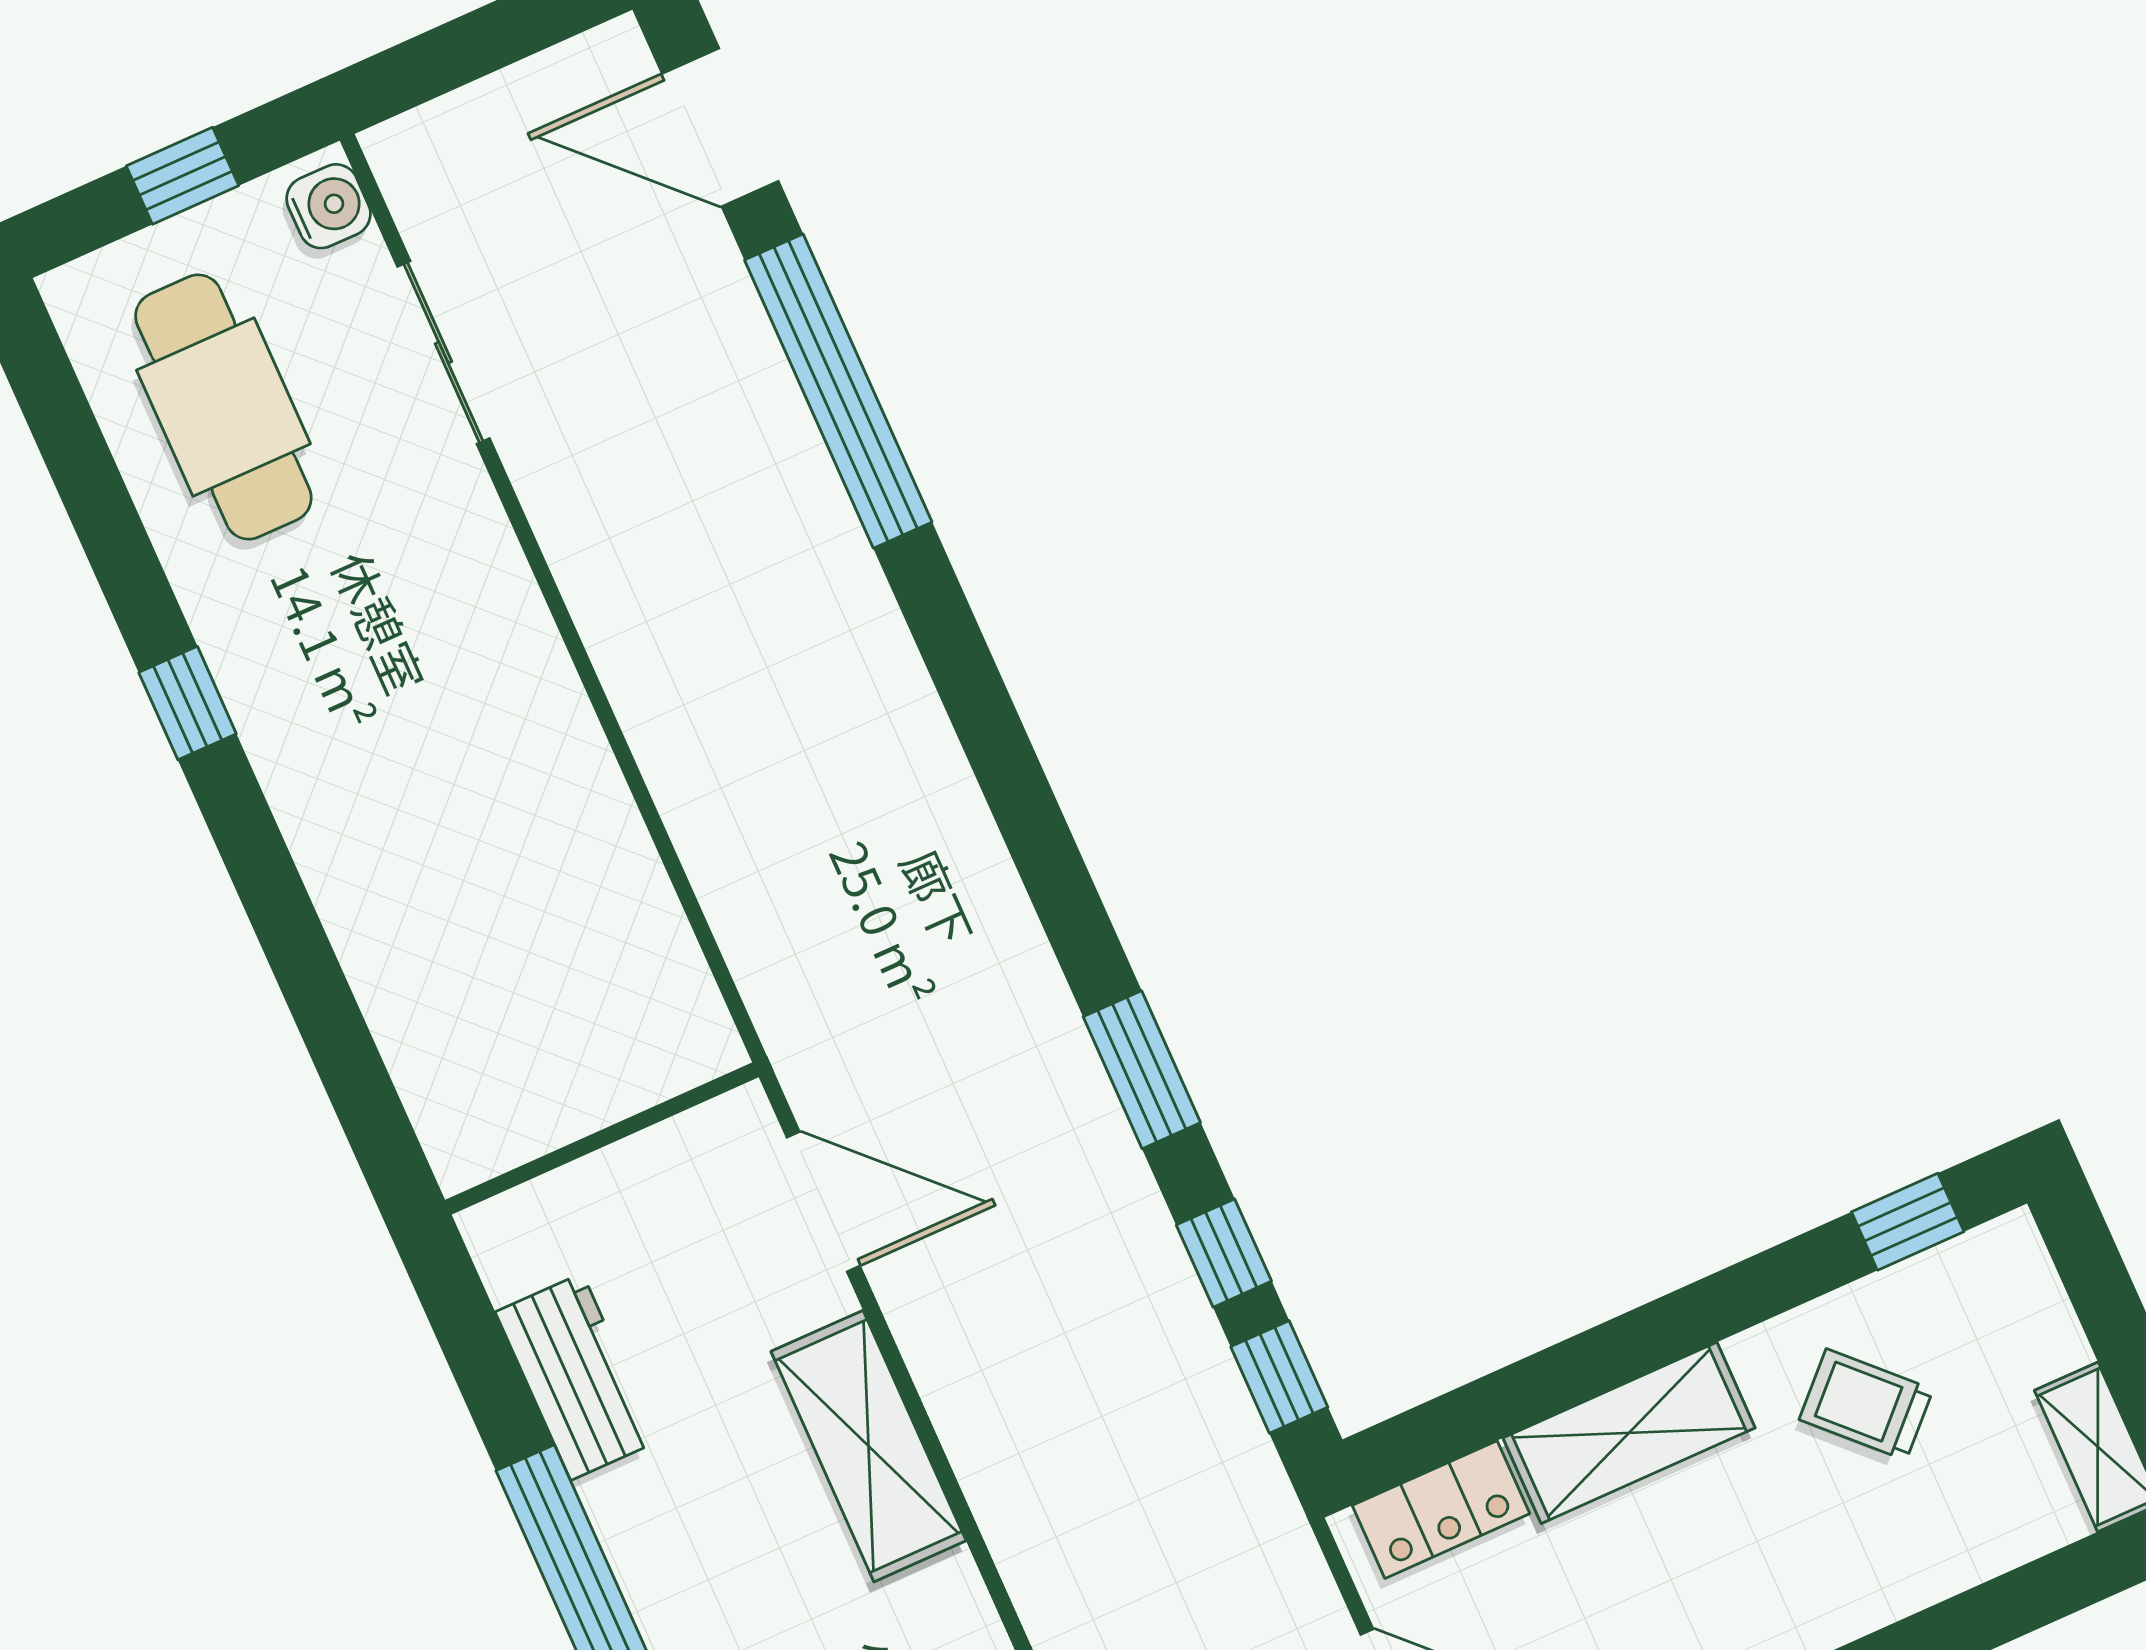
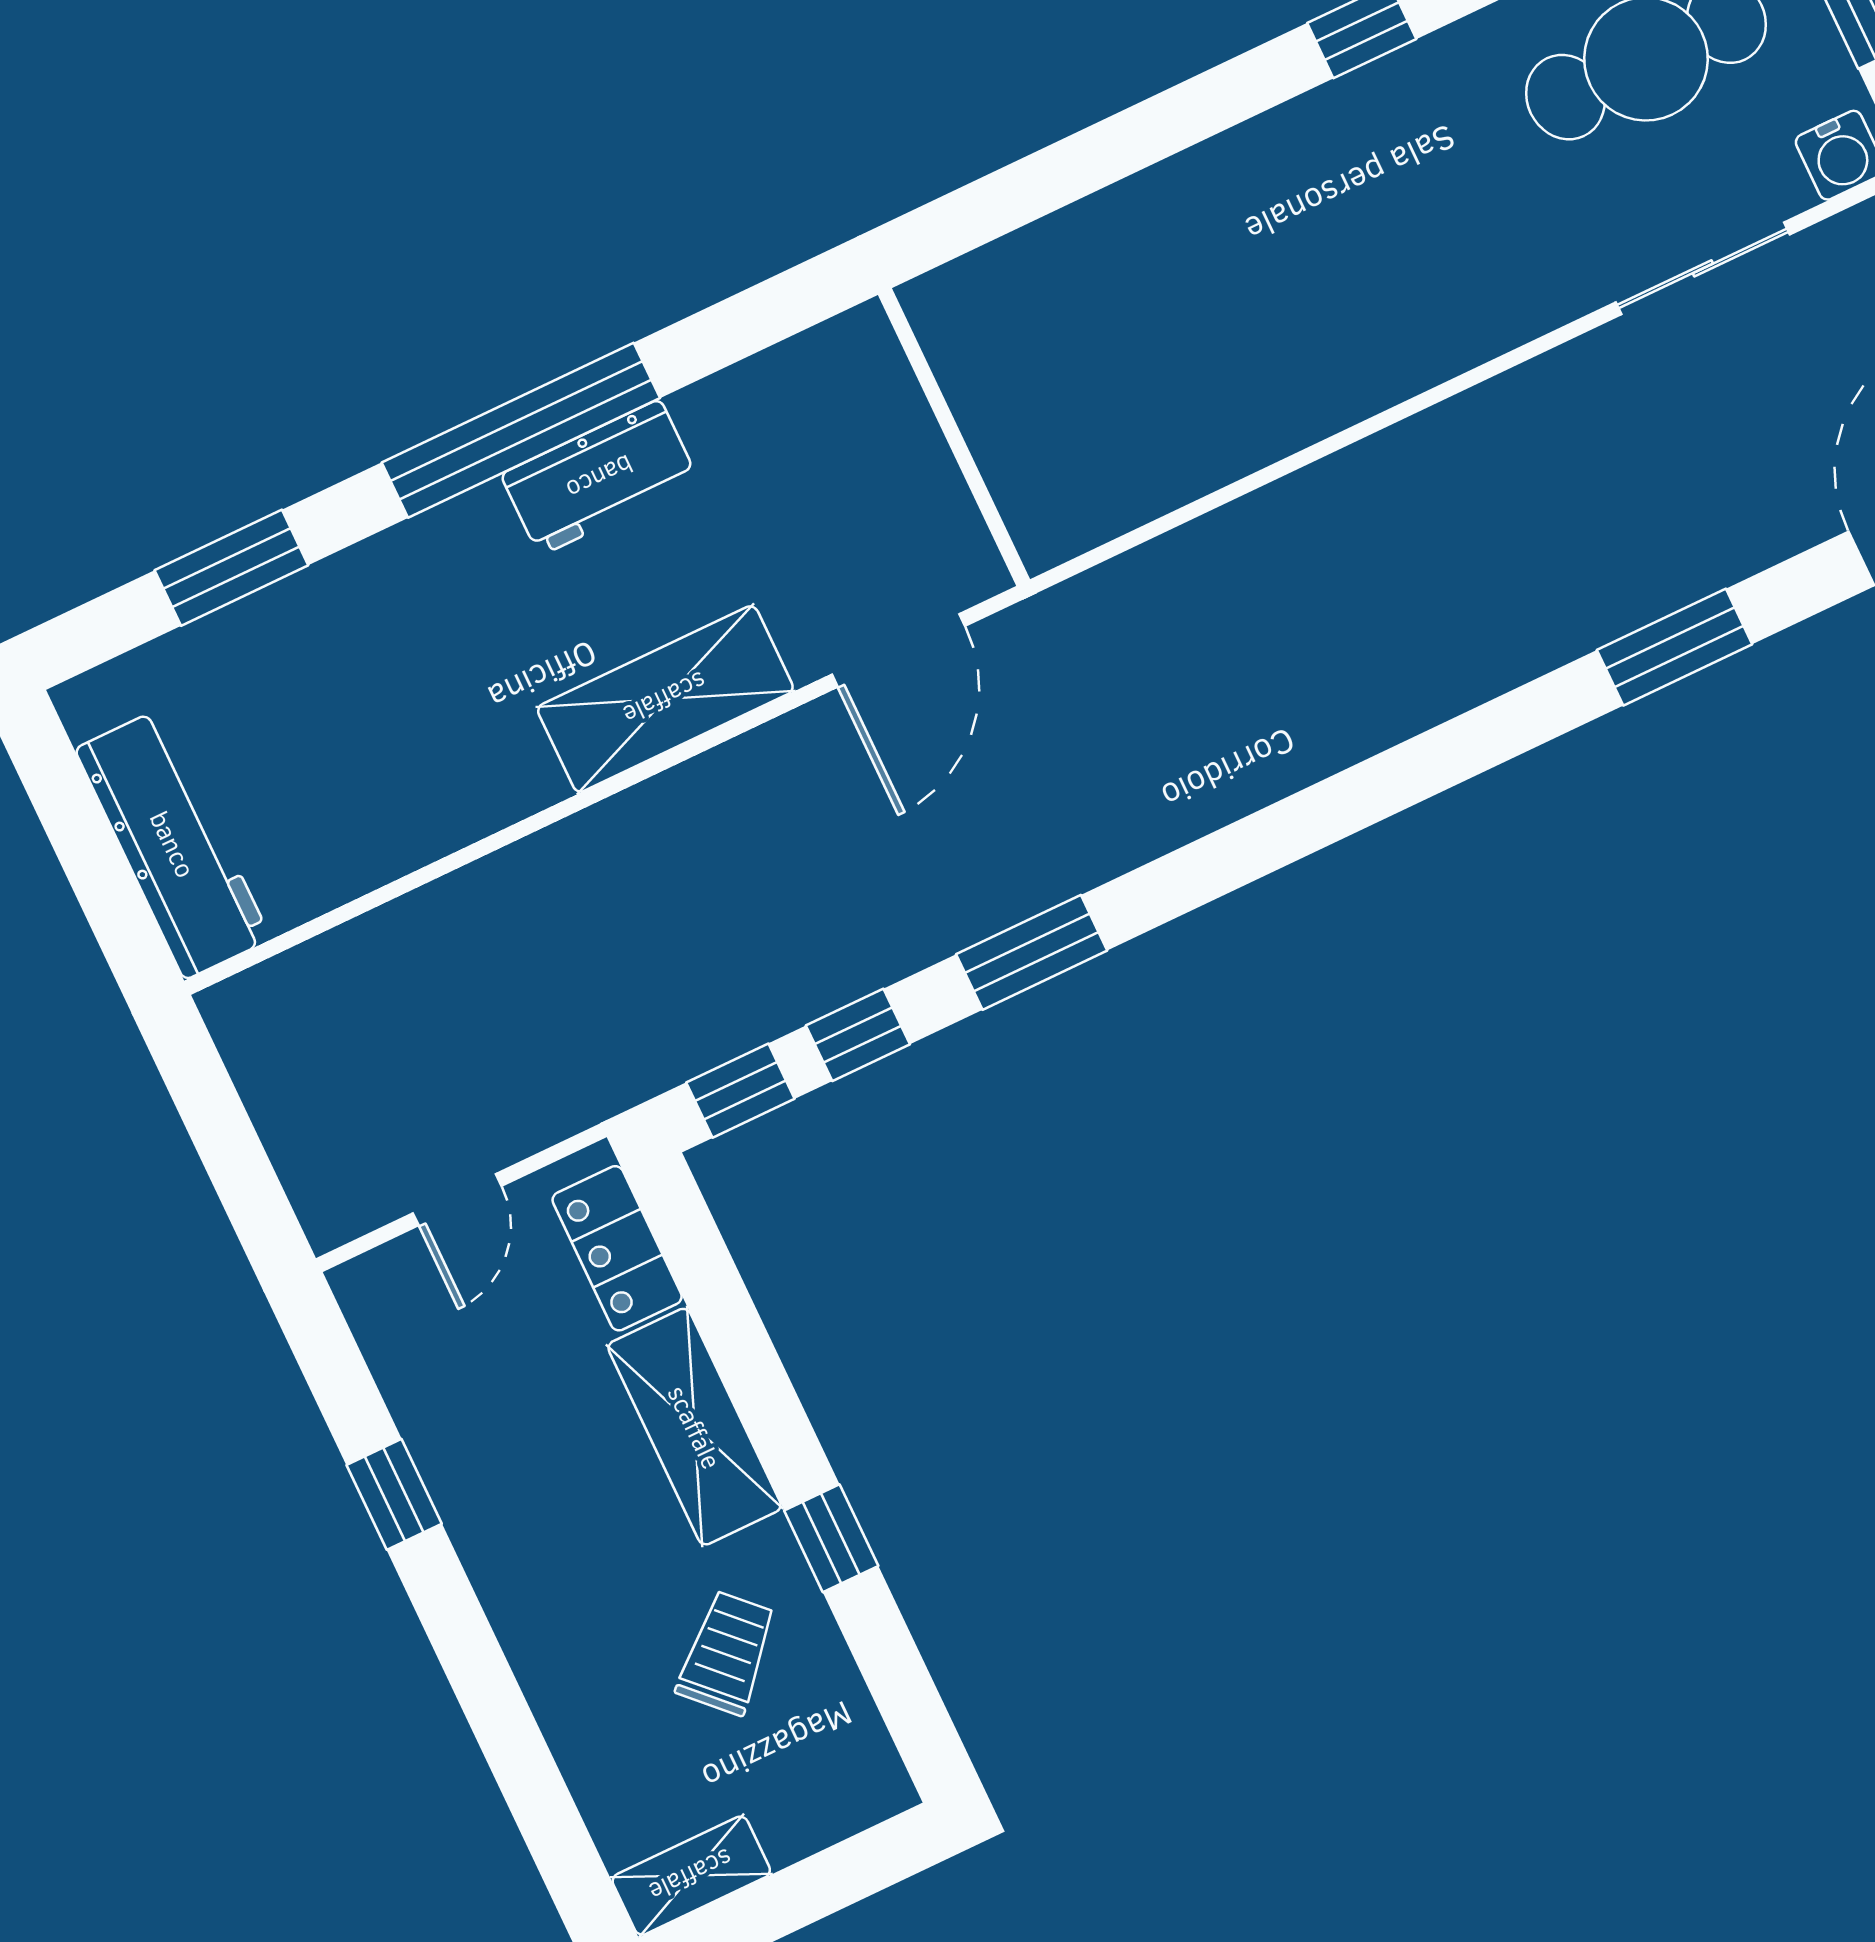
window: (838, 391) -> (1675, 647), width x0.47
window: (1908, 1222) -> (831, 1538), moved
workbench: (576, 1377) -> (600, 478), moved

